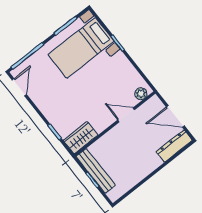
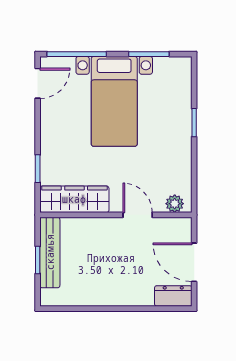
bed with nightstands: (81, 48) -> (114, 101), moved, turned -90
wardrobe: (81, 138) -> (74, 199), width x1.50
dresser: (174, 146) -> (173, 296), width x0.70

